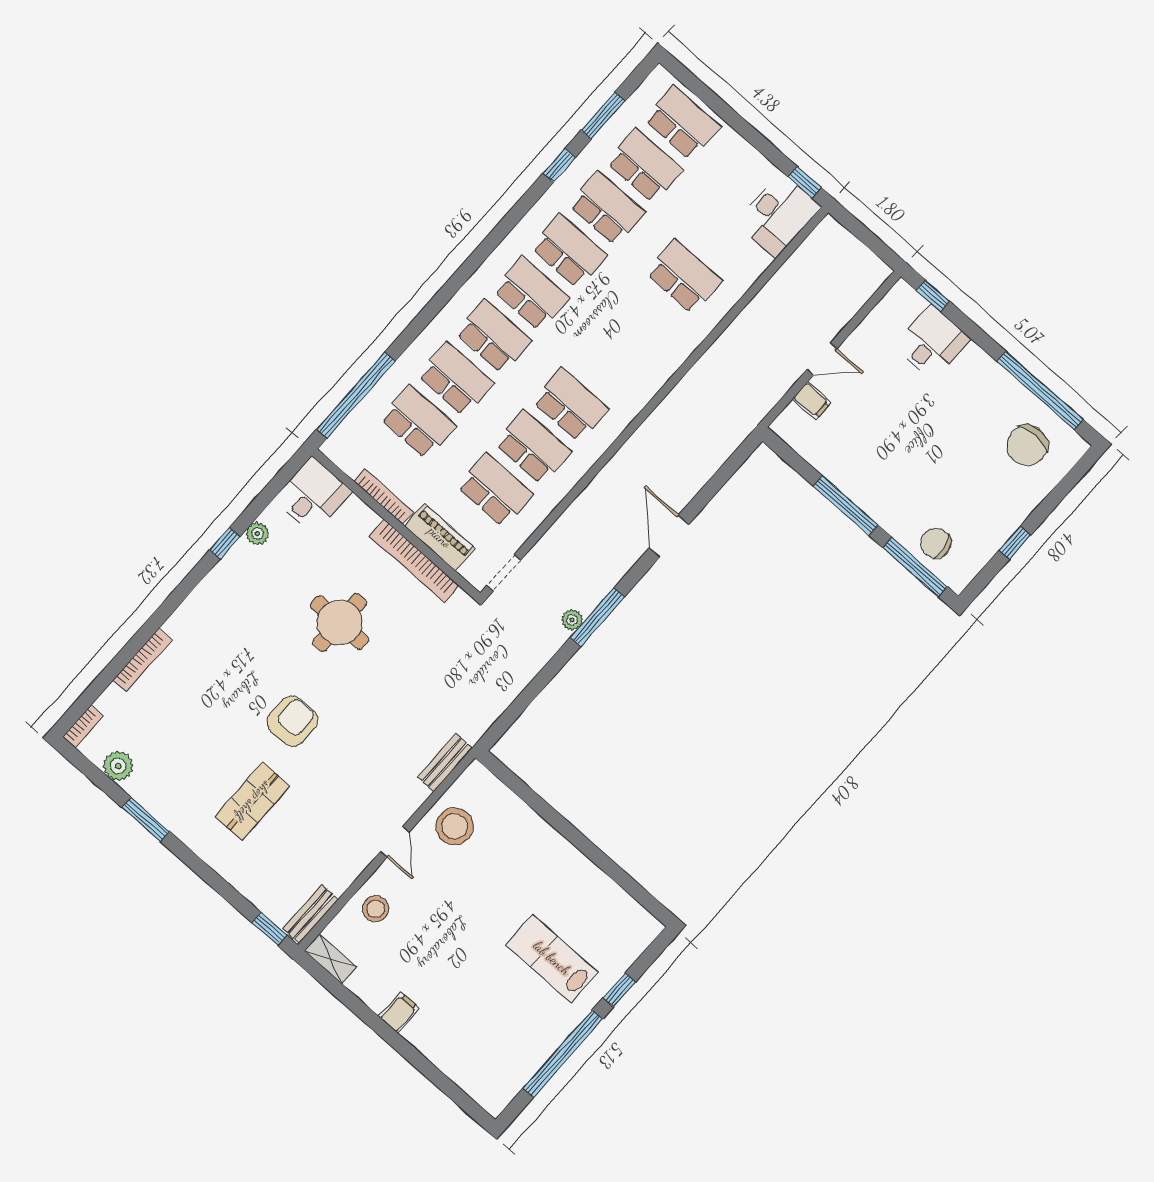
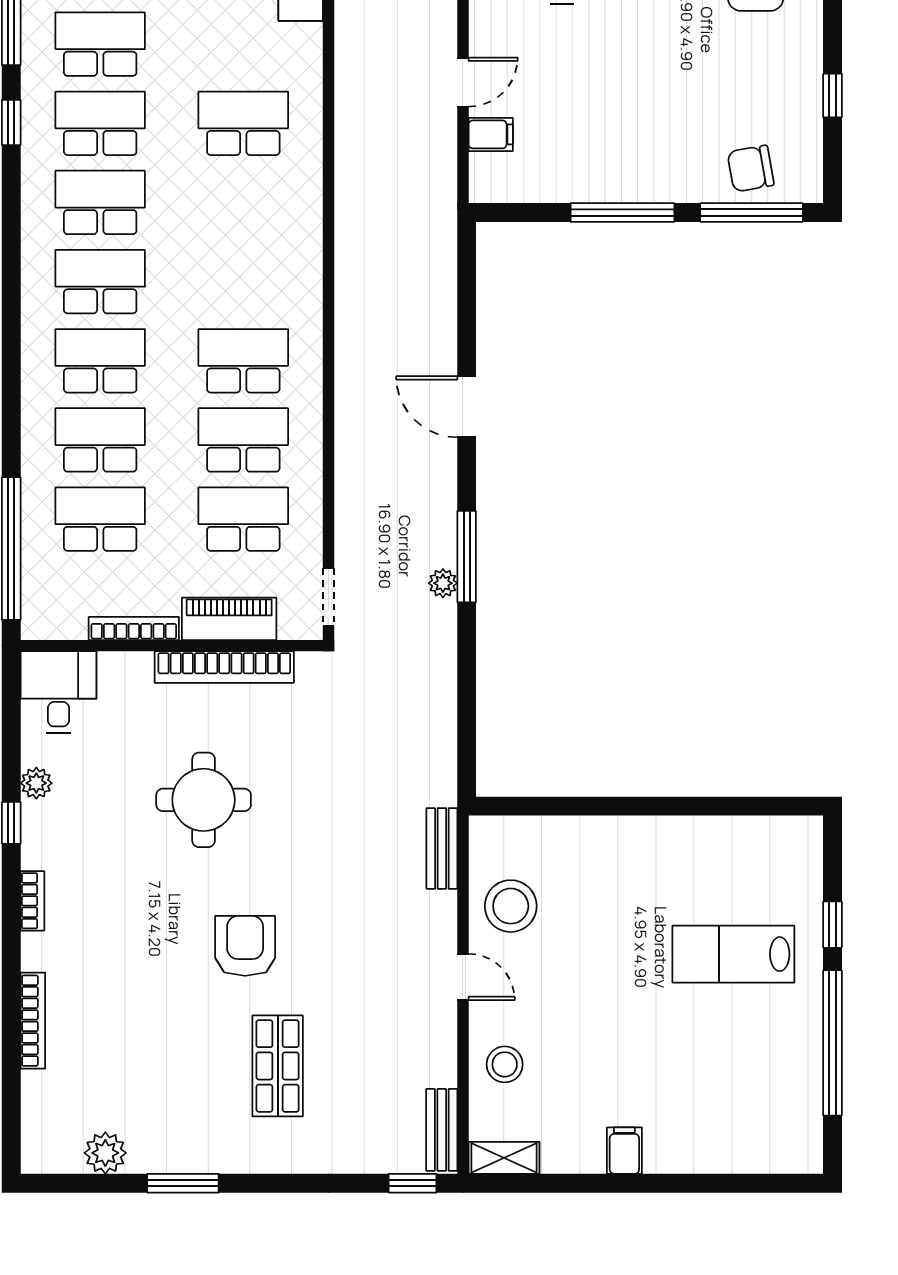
bookcase: (83, 727) -> (32, 901), moved

